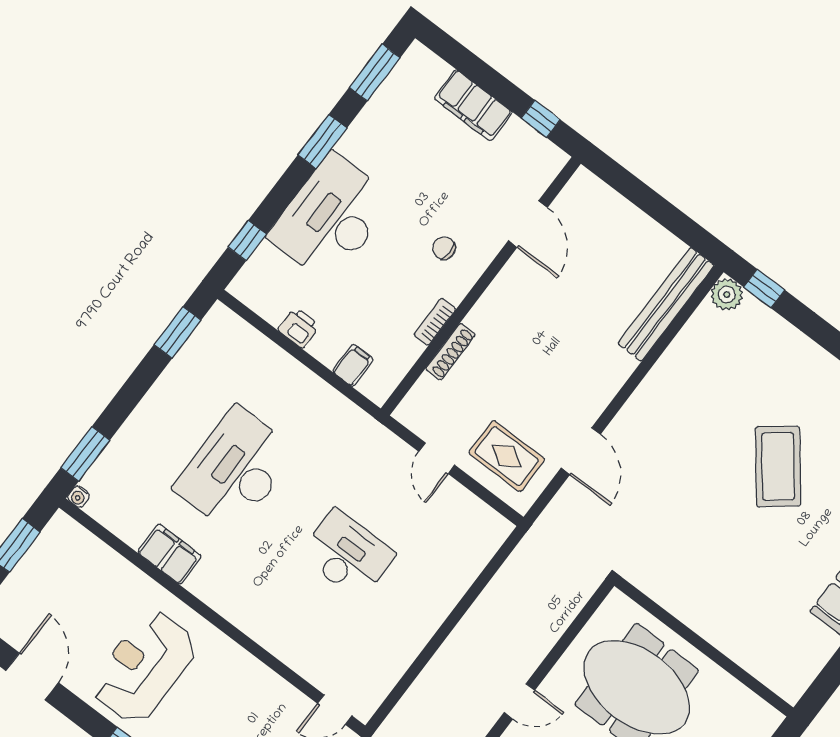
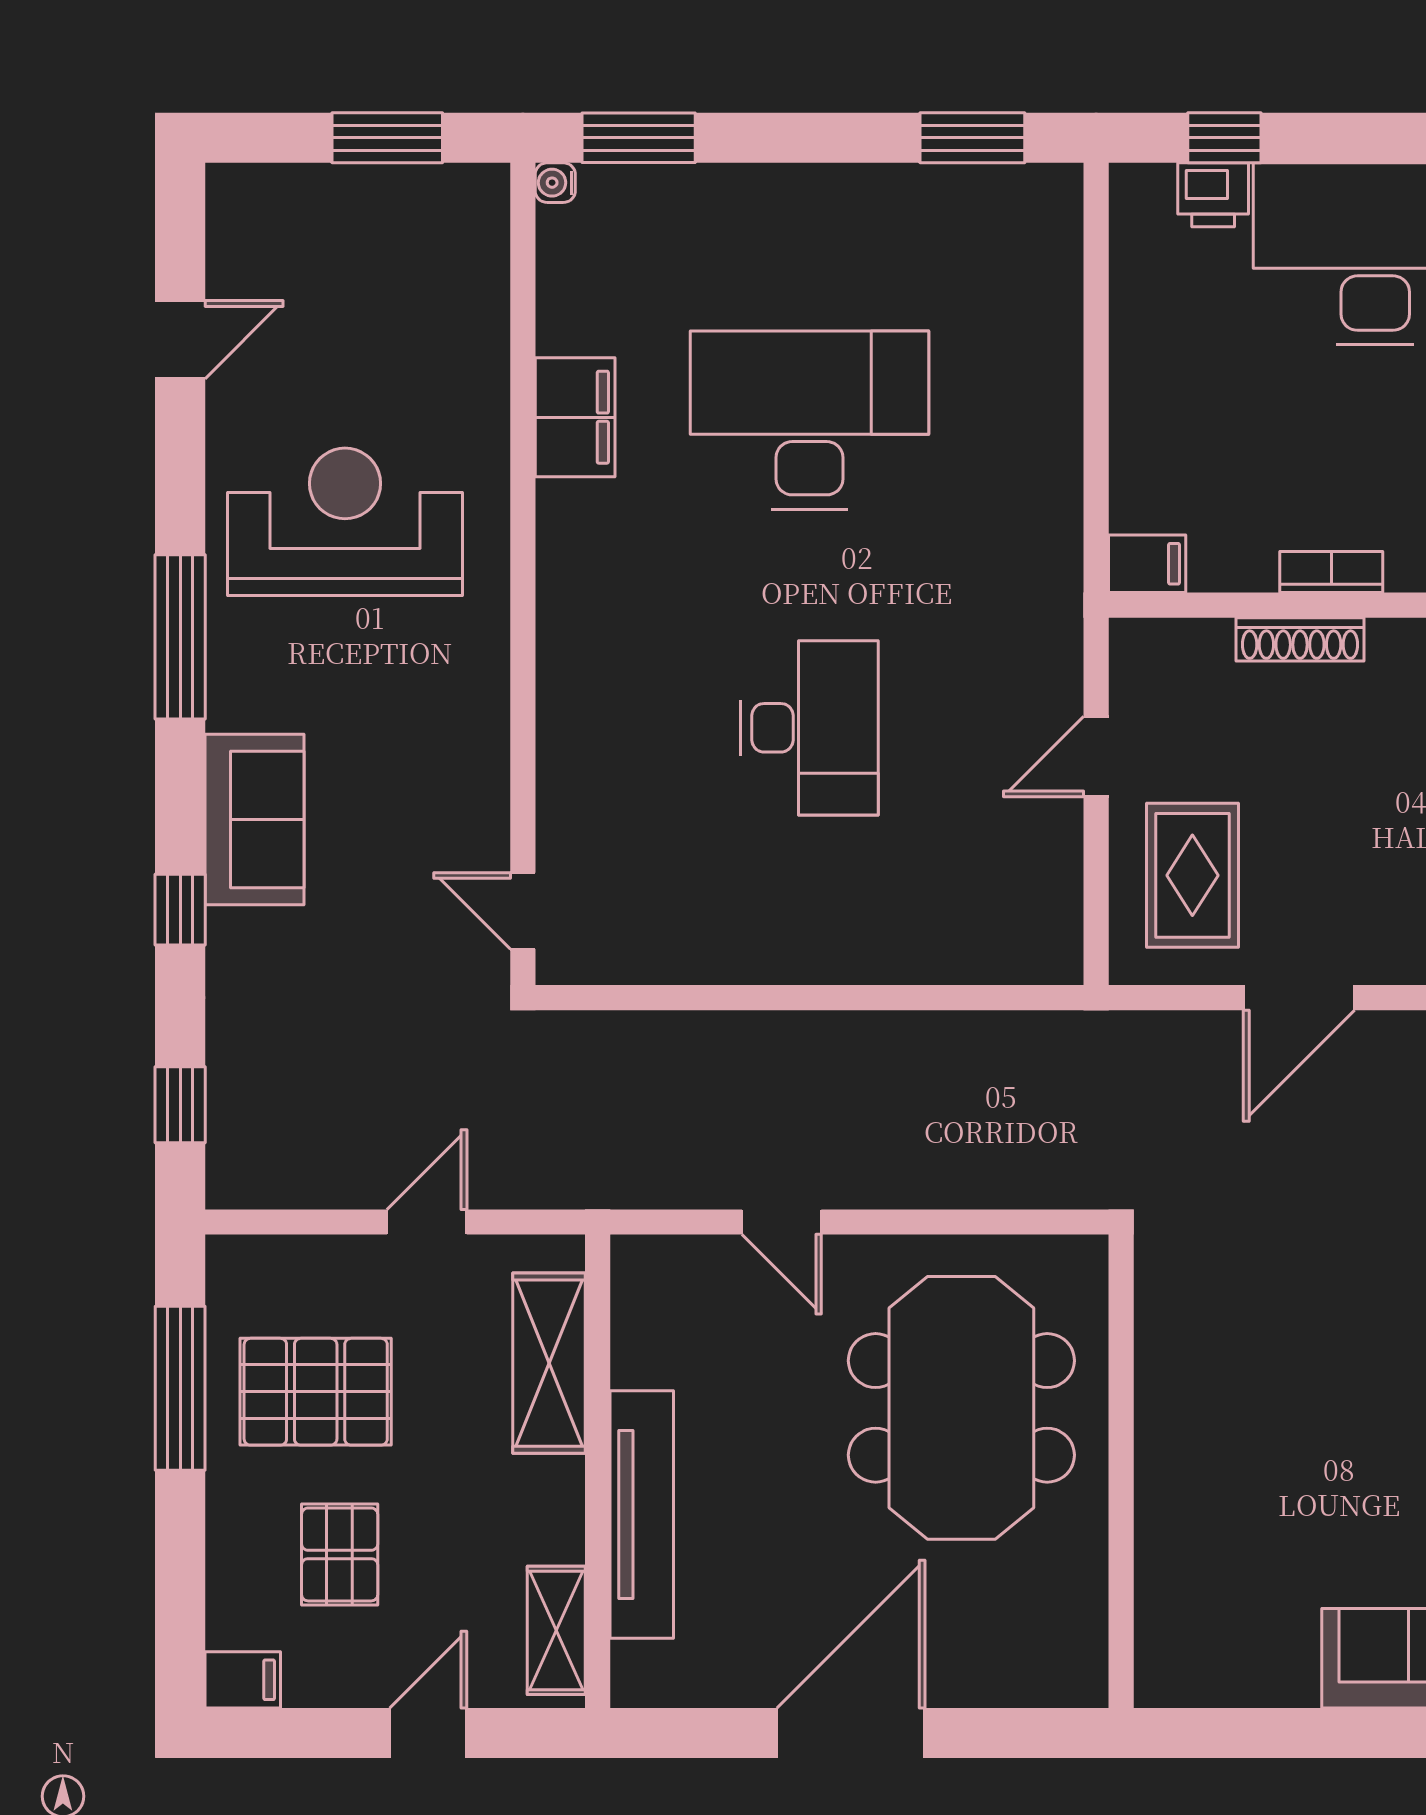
printer: (299, 328) -> (1213, 195), moved, turned 90
filing cabinet: (353, 365) -> (1147, 564), moved
door: (32, 677) -> (180, 340), width x0.73

